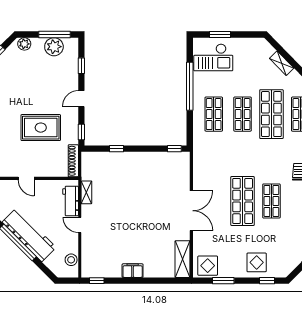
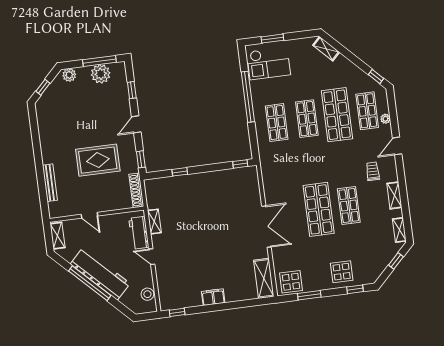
shelving: (282, 63) -> (326, 49), moved

